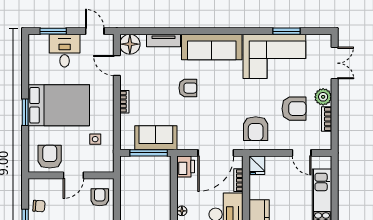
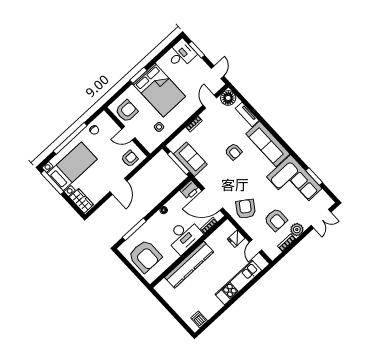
desk: (65, 51) -> (181, 54), moved
armchair: (256, 129) -> (246, 209), turned 125
fridge: (257, 165) -> (236, 239), moved

